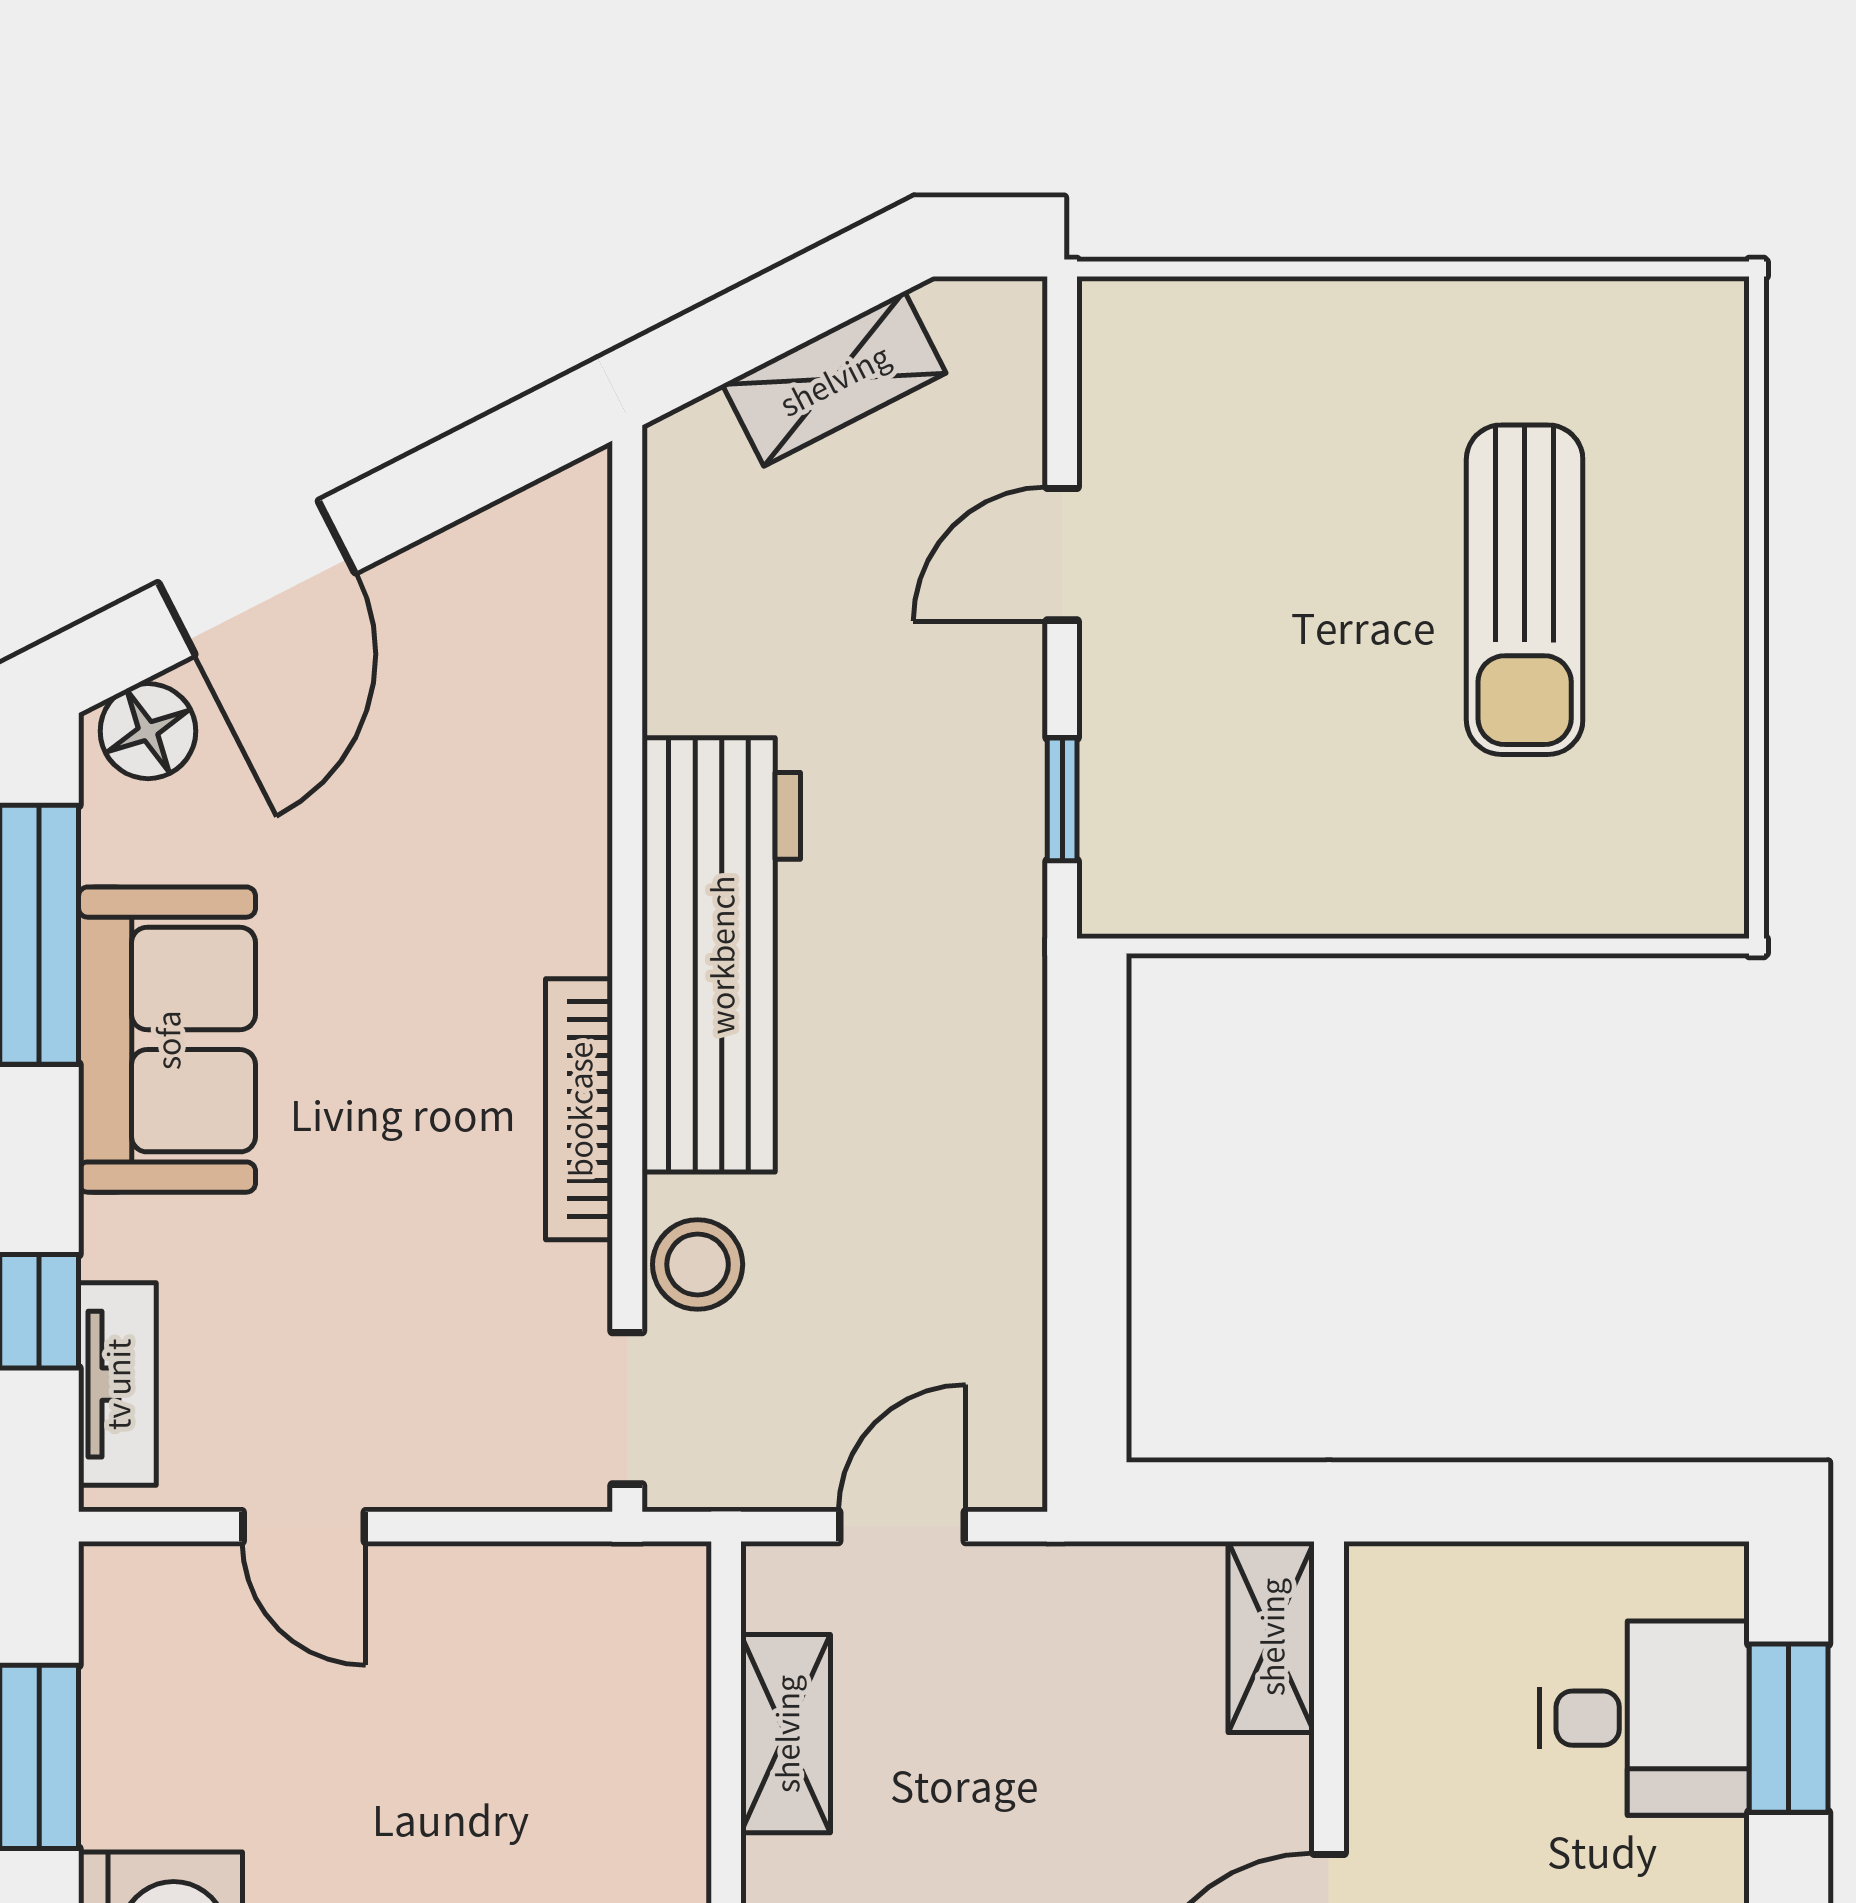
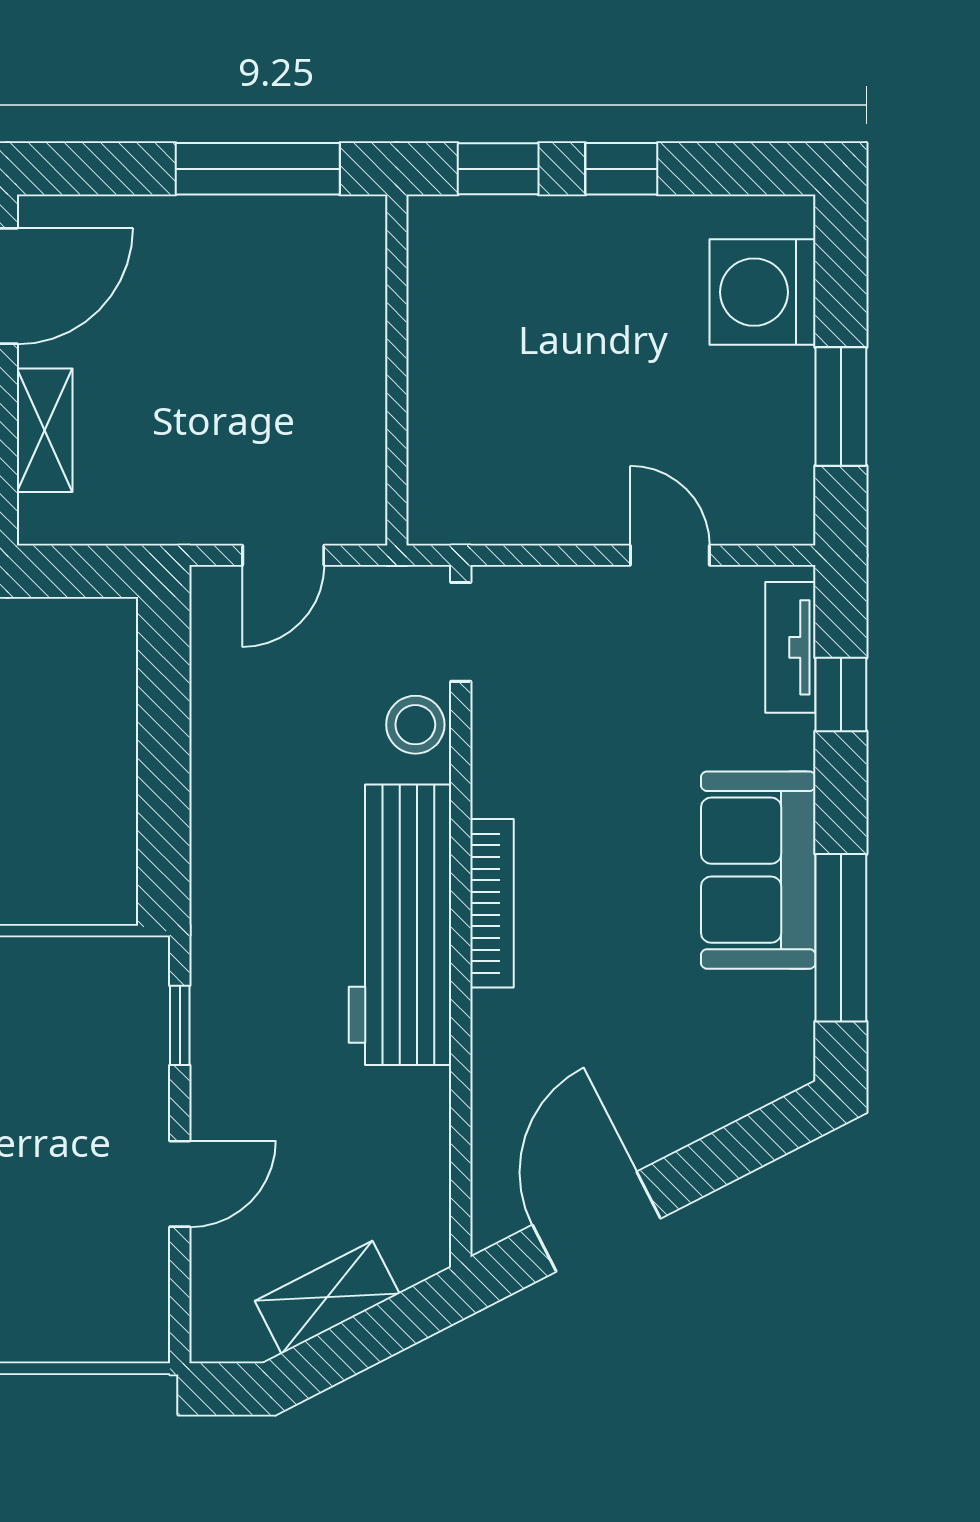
door: (257, 578) -> (597, 1222), moved
floor lamp: (148, 731) -> (771, 1069), removed
bookcase: (579, 1109) -> (492, 903), moved
shelving: (1271, 1637) -> (45, 430), moved
shelving: (786, 1734) -> (358, 421), removed

